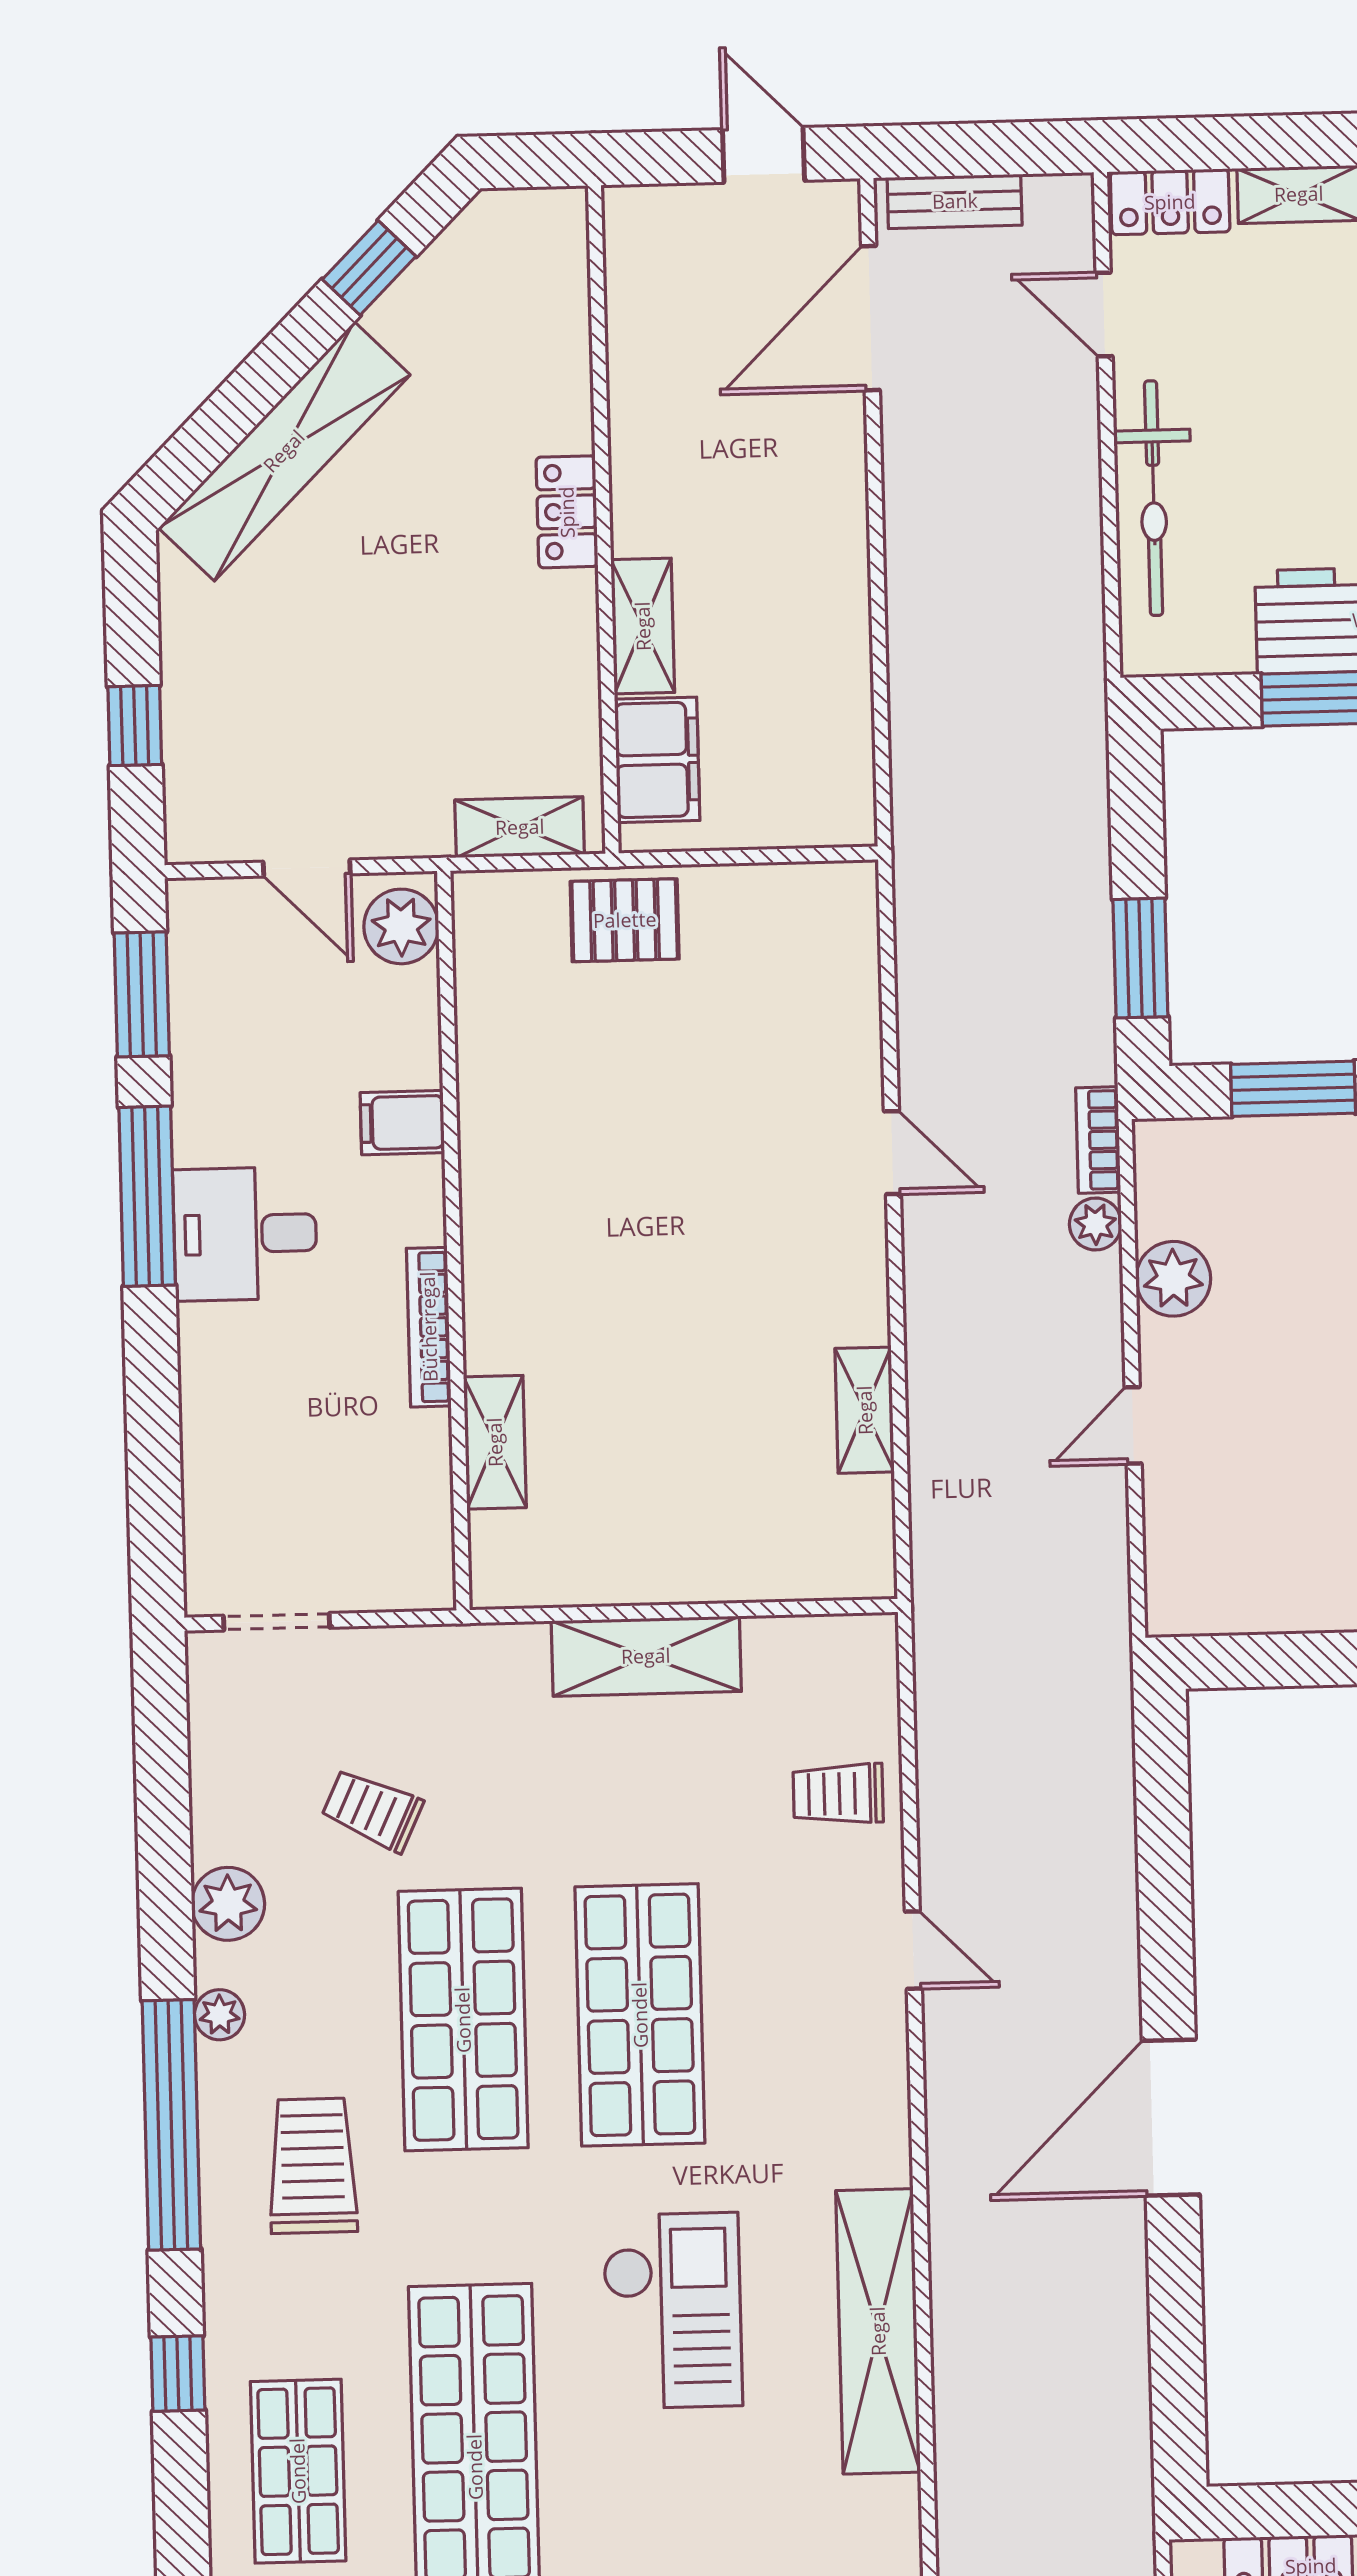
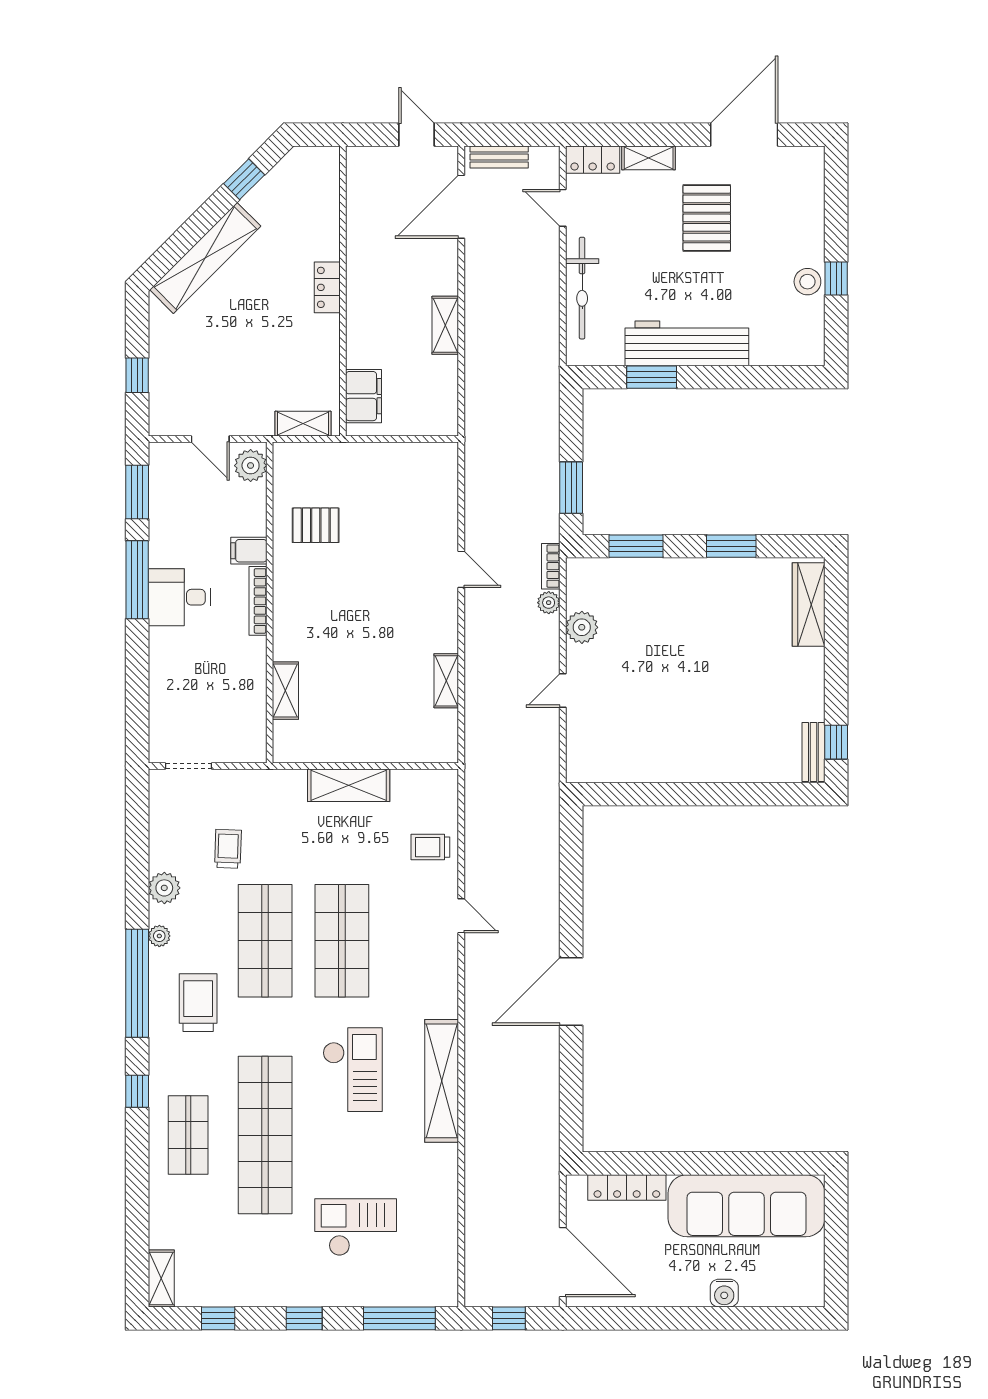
shelving: (643, 626) -> (445, 325), moved
pallet: (625, 920) -> (316, 525), moved
bookcase: (429, 1327) -> (258, 601), moved
trolley: (372, 1810) -> (228, 849), turned 67

